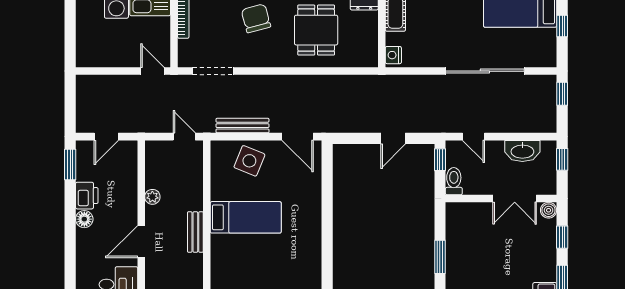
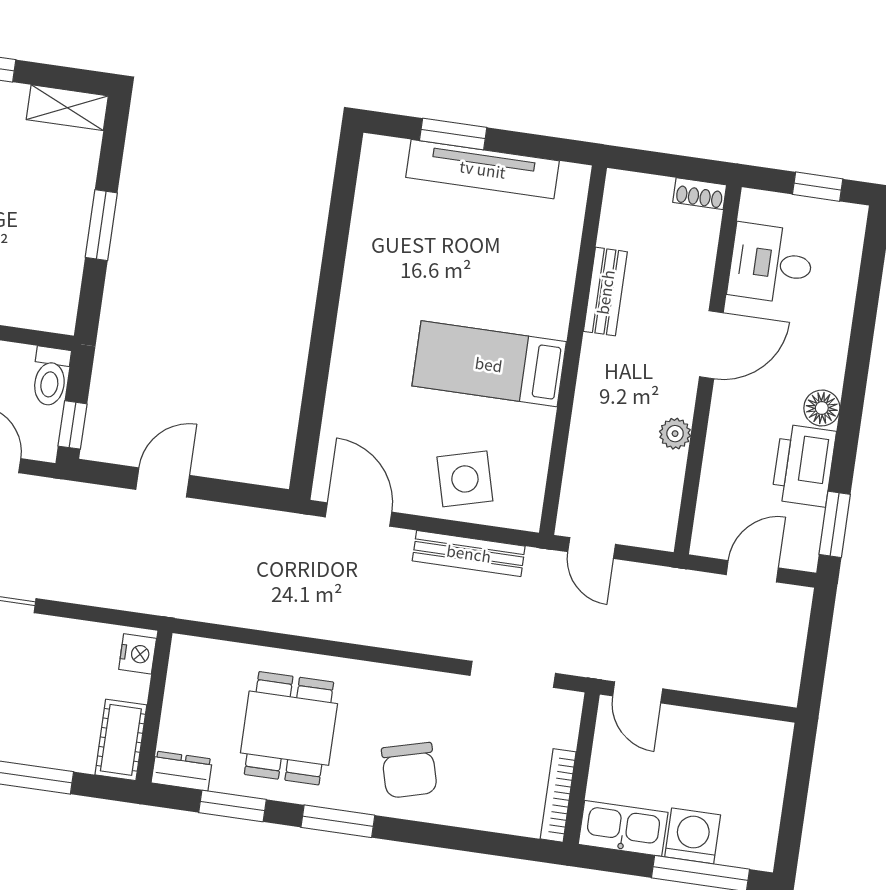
side table: (249, 161) -> (465, 479), turned -37
printer: (87, 196) -> (804, 465), width x1.37, depth x1.19
bench: (195, 232) -> (605, 292), moved

